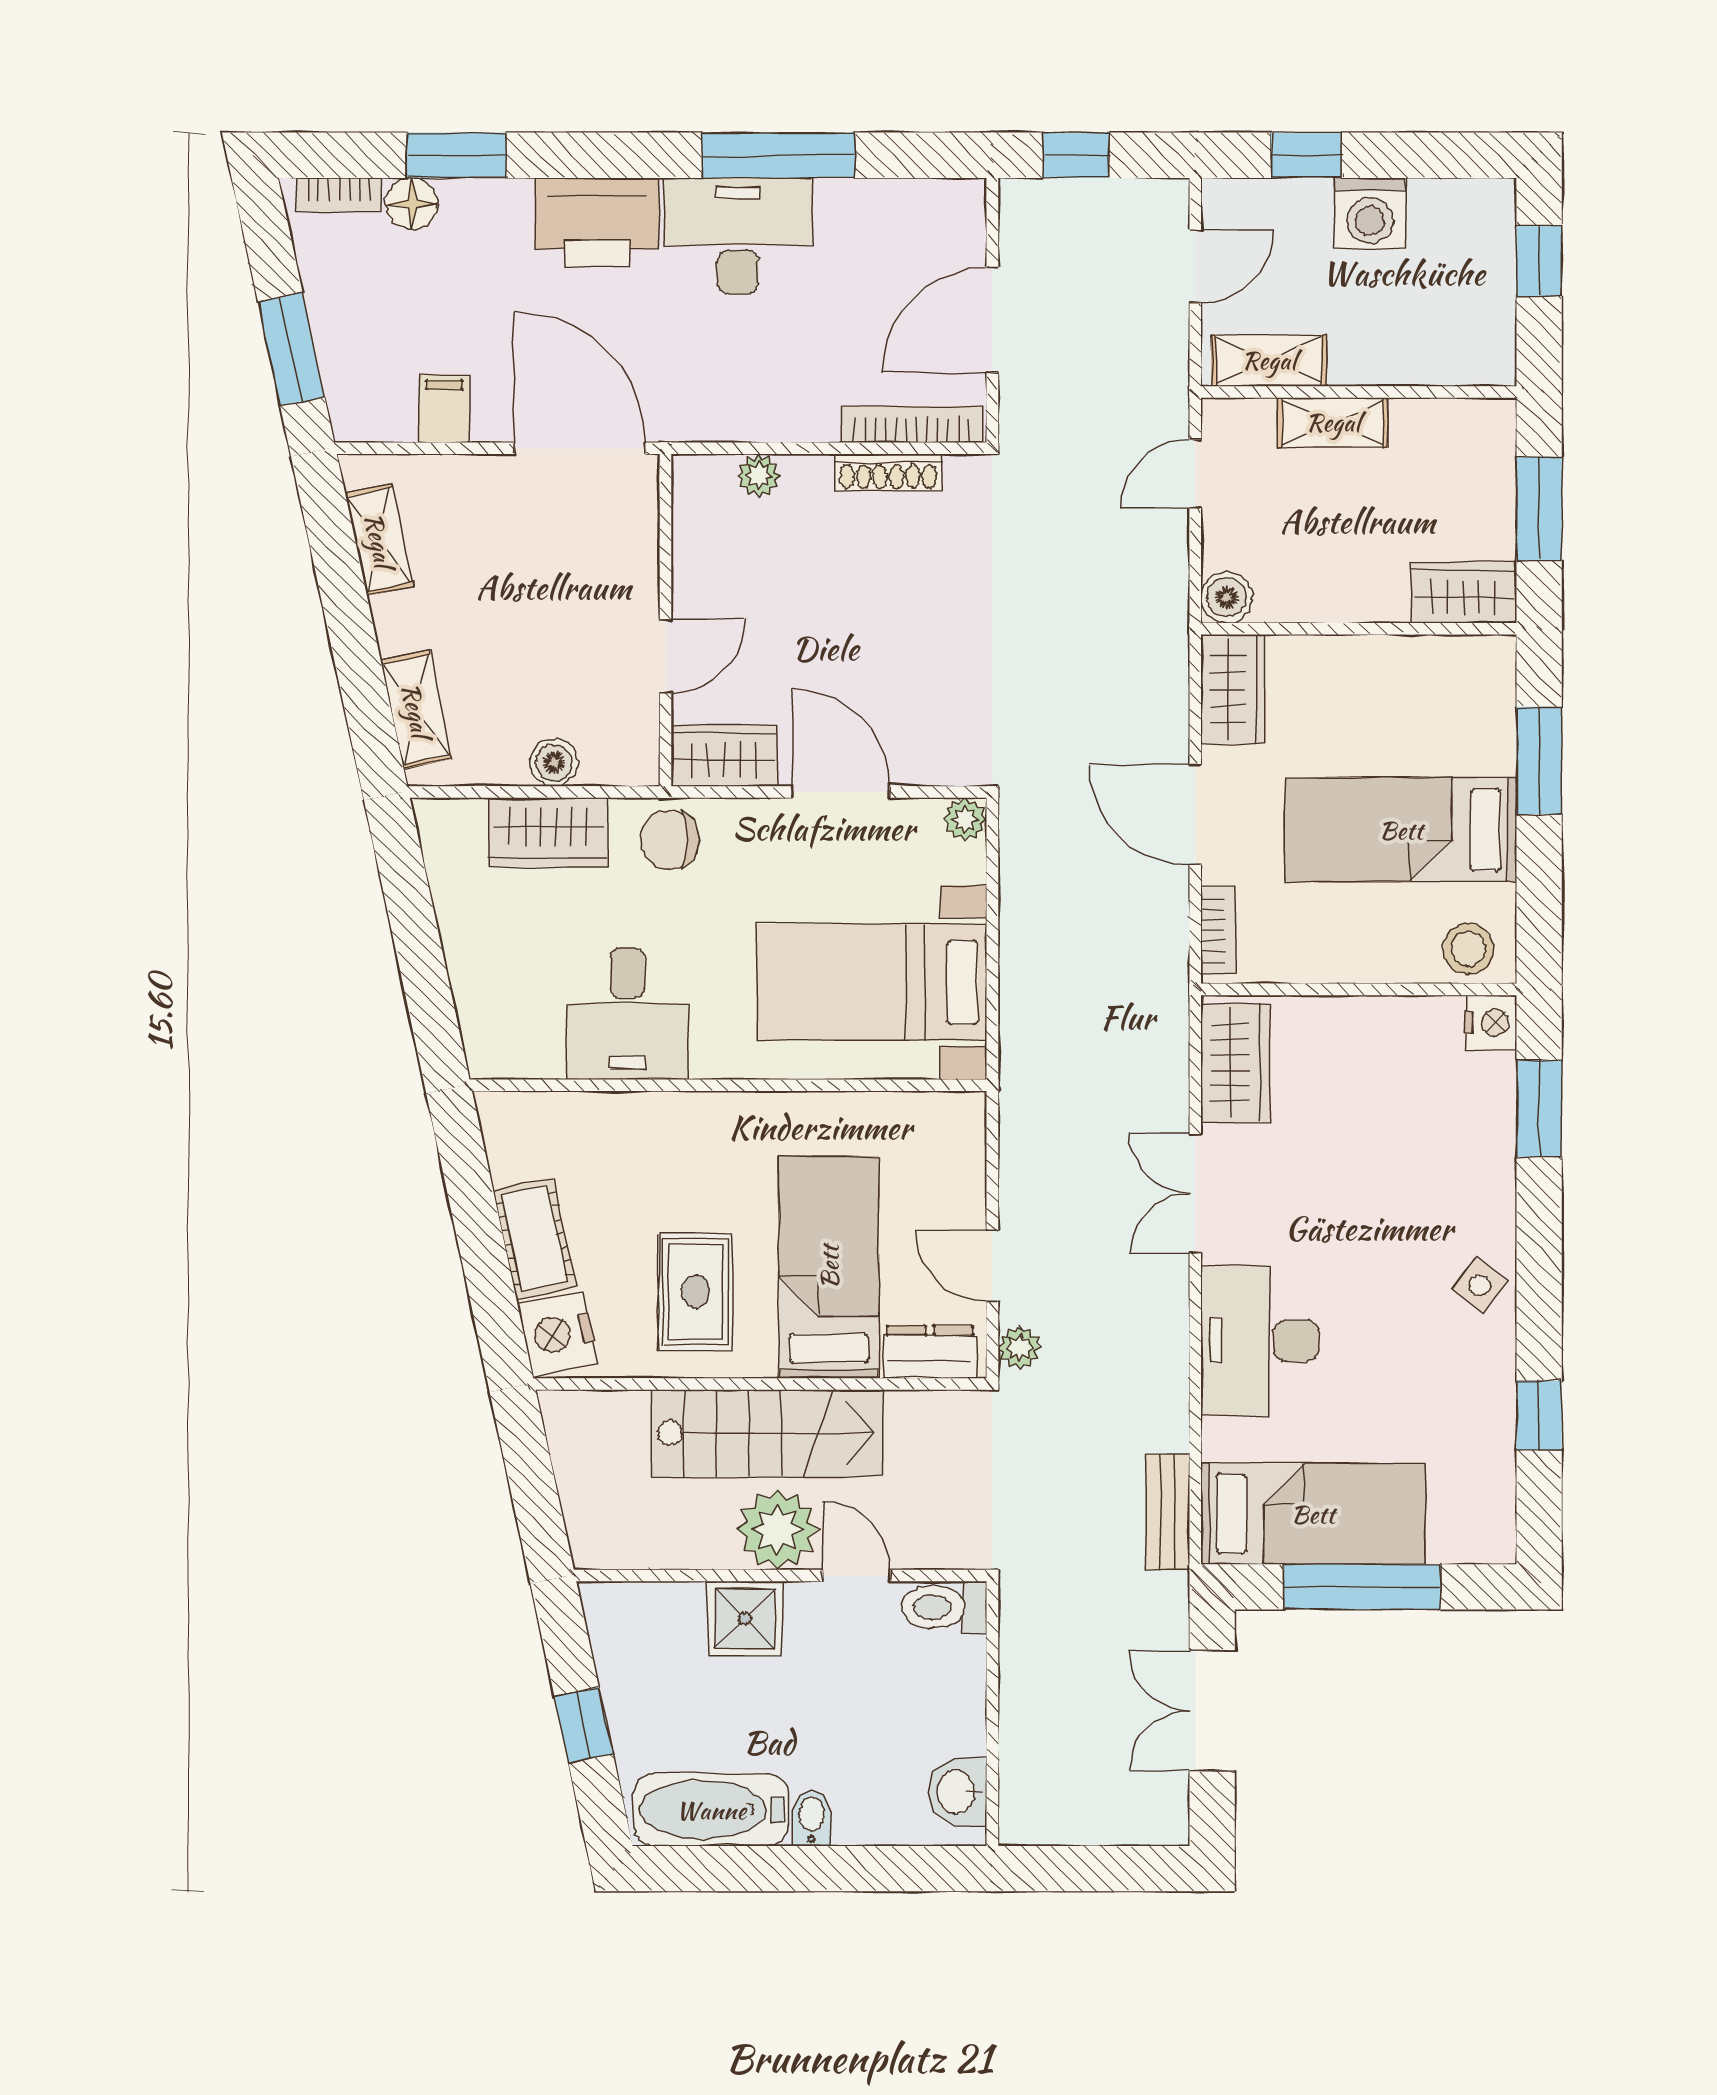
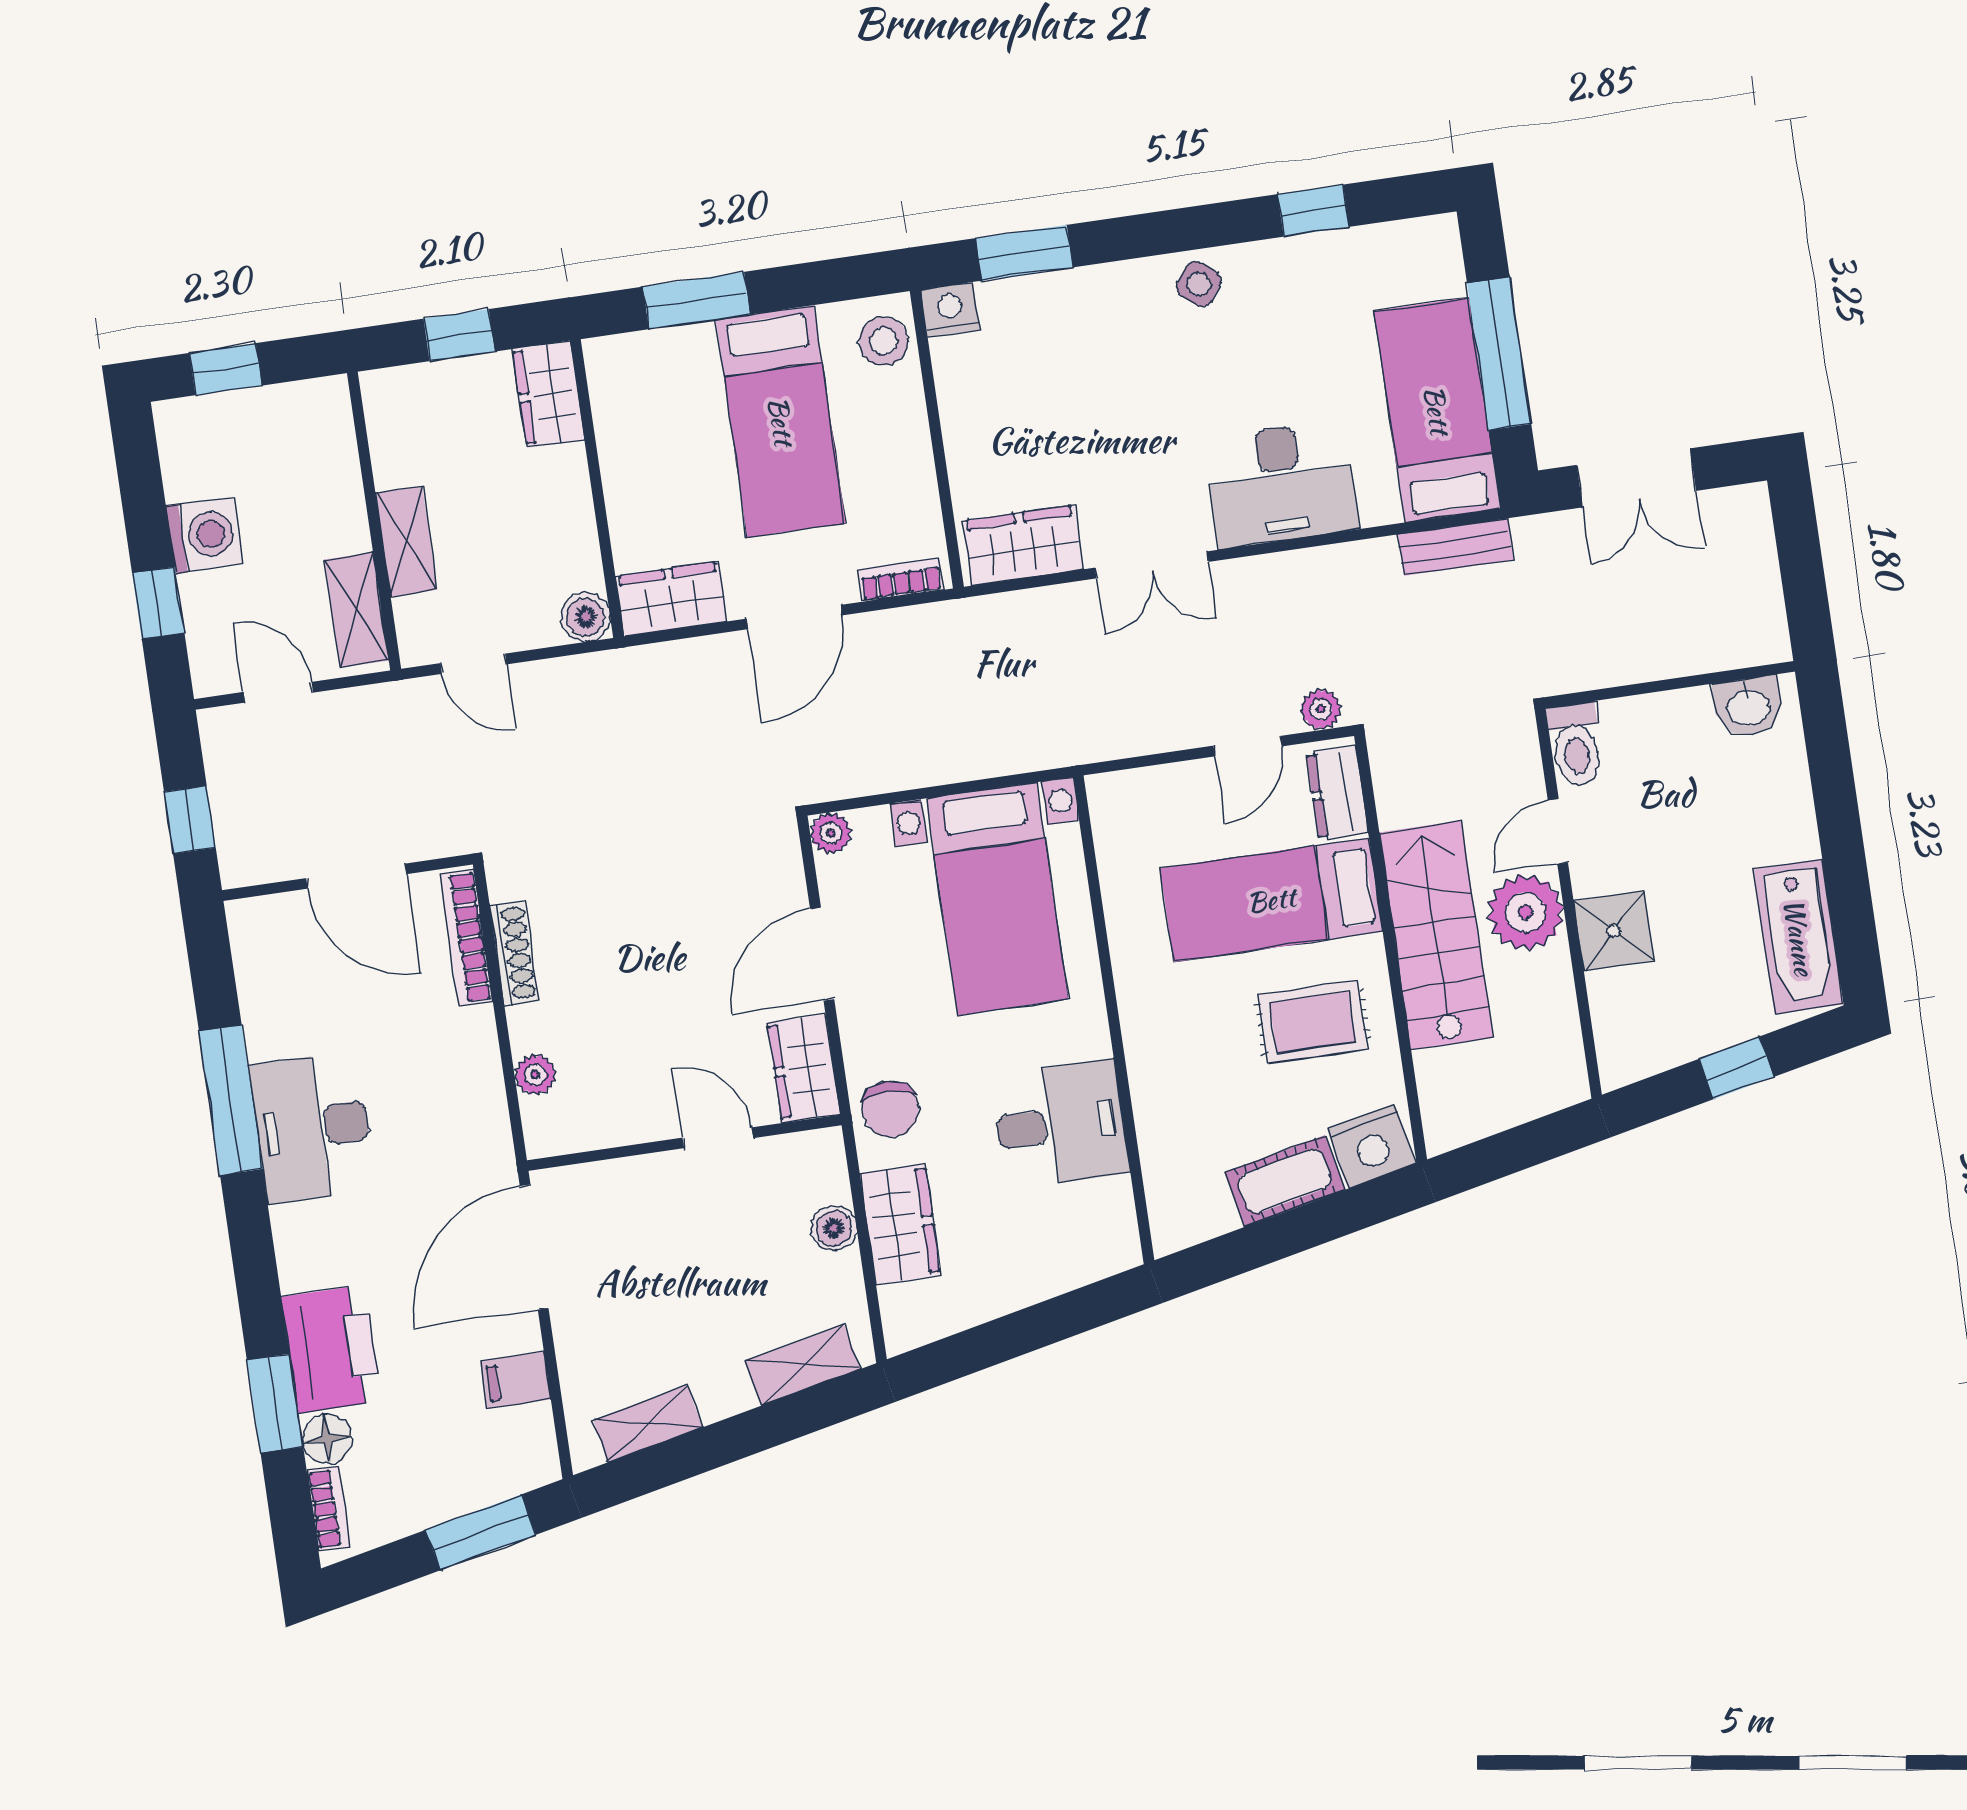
printer: (597, 222) -> (332, 1349), moved
window: (1539, 509) -> (459, 335), width x0.67
bidet: (812, 1818) -> (1793, 841), removed

